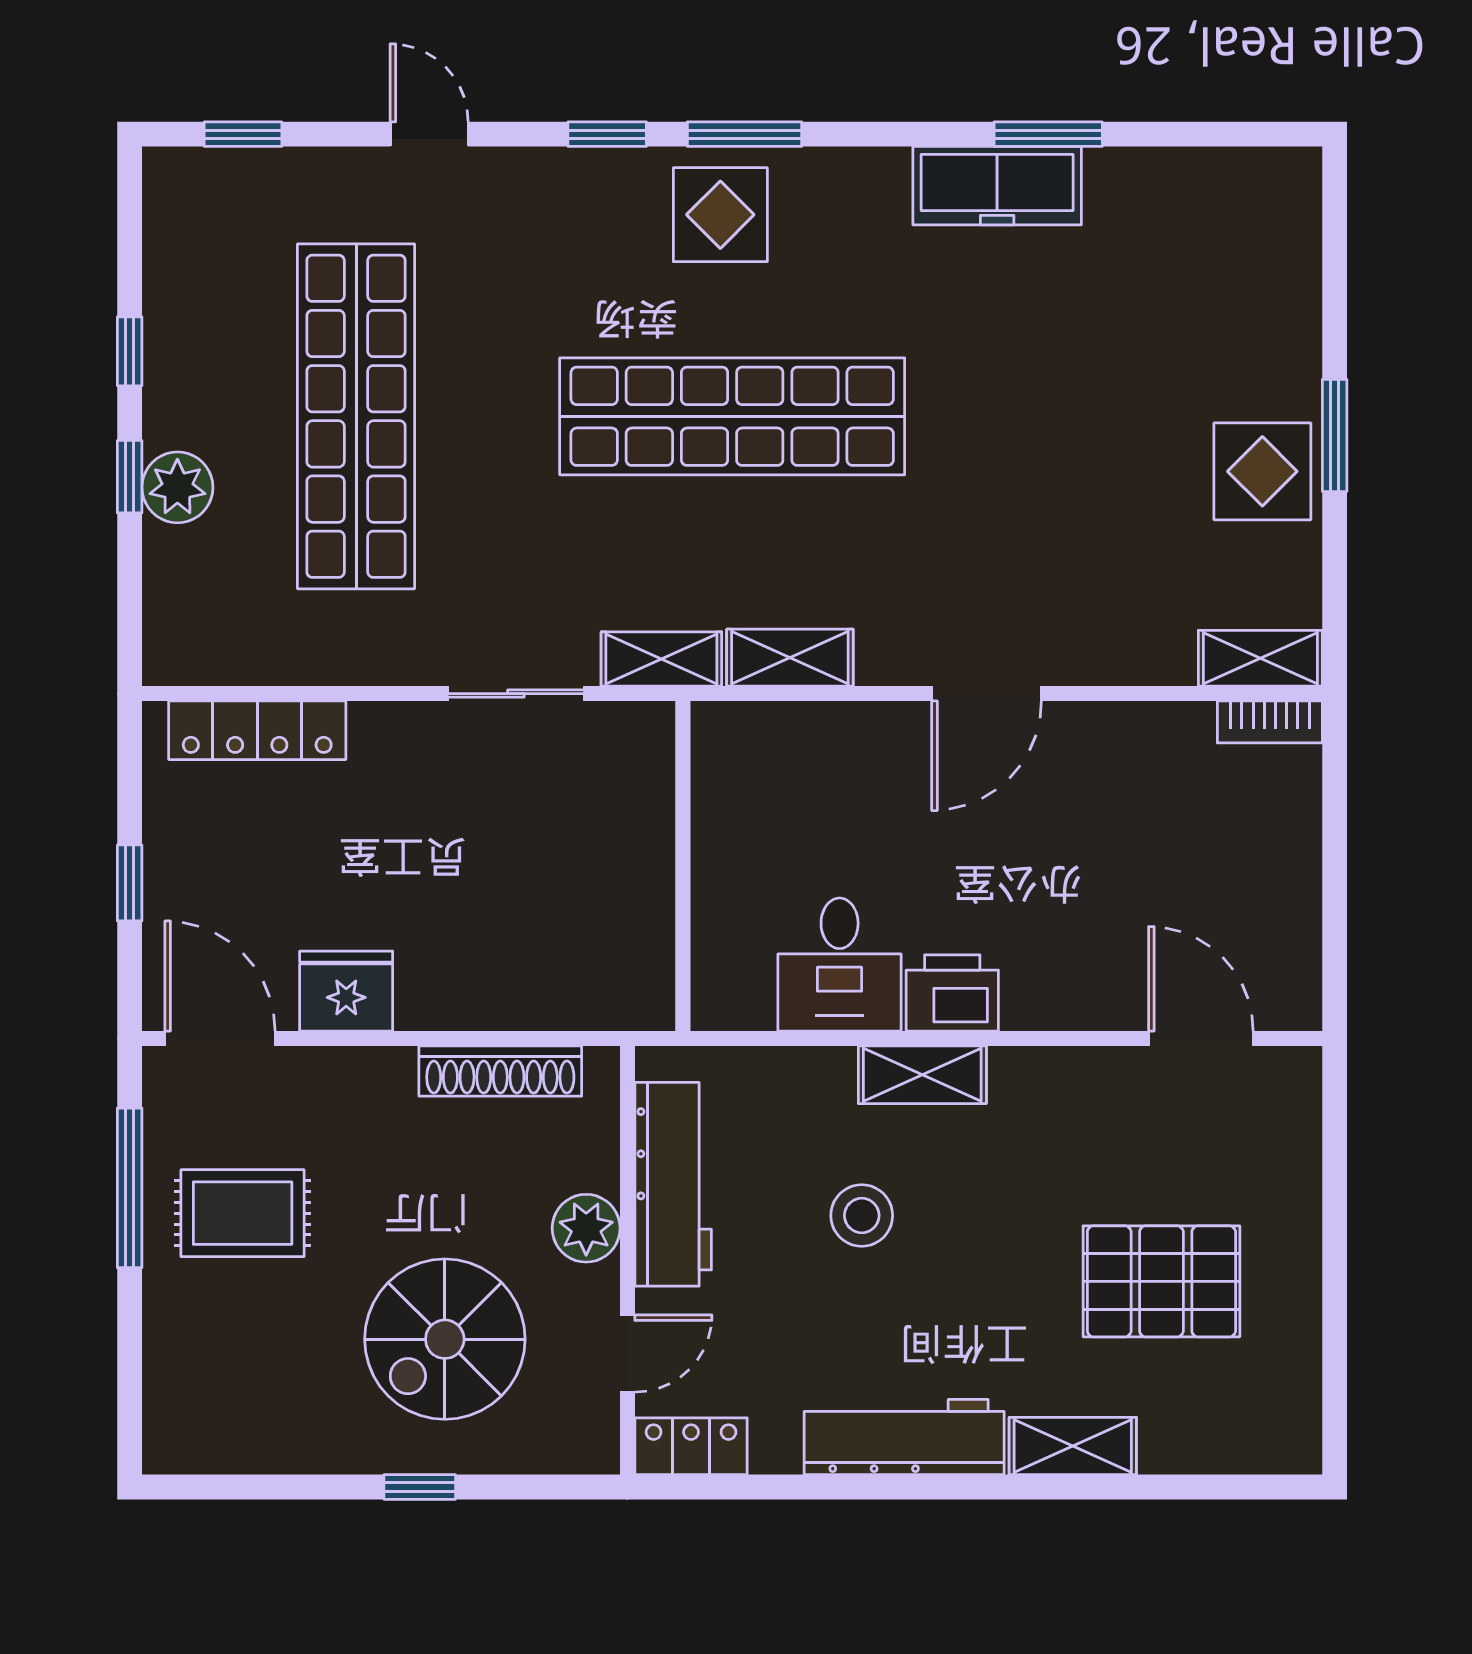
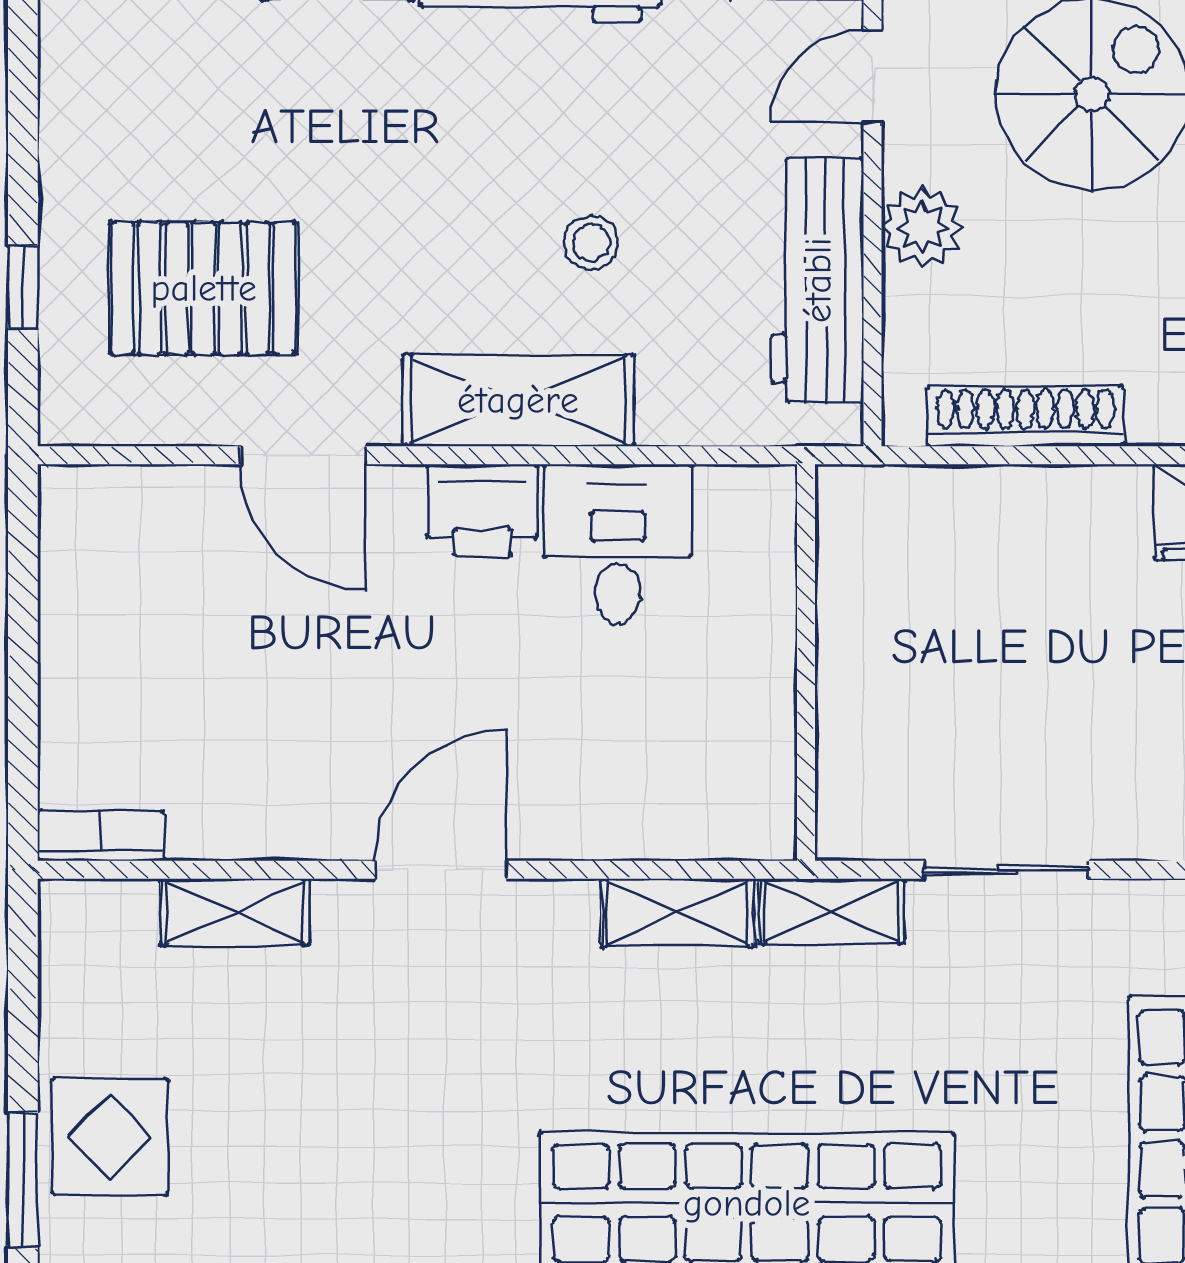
shelving: (1260, 658) -> (235, 912), moved
door: (1201, 1038) -> (303, 455), moved
shelving: (922, 1075) -> (518, 400), width x1.50, depth x1.33
window: (1335, 1178) -> (23, 287), added
stool: (862, 1216) -> (591, 243), width x0.73, depth x0.73
pallet: (1161, 1281) -> (204, 288), moved

